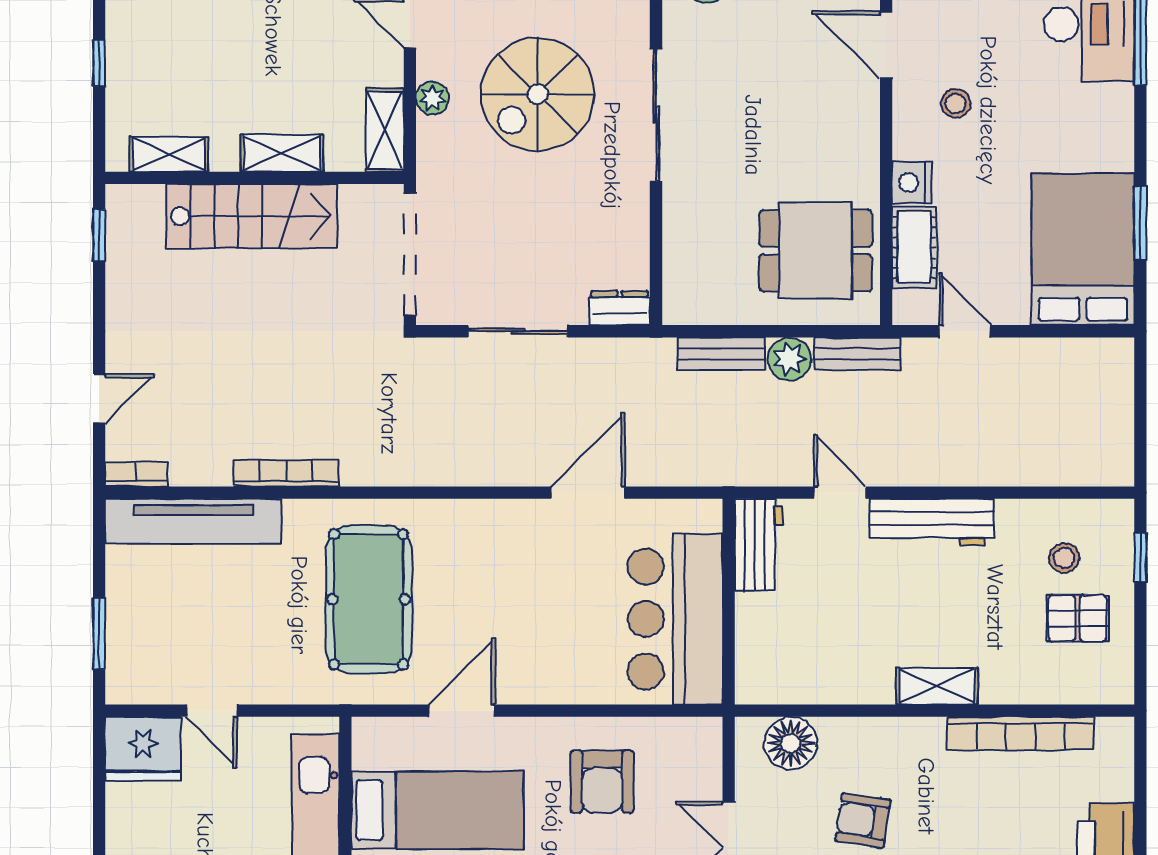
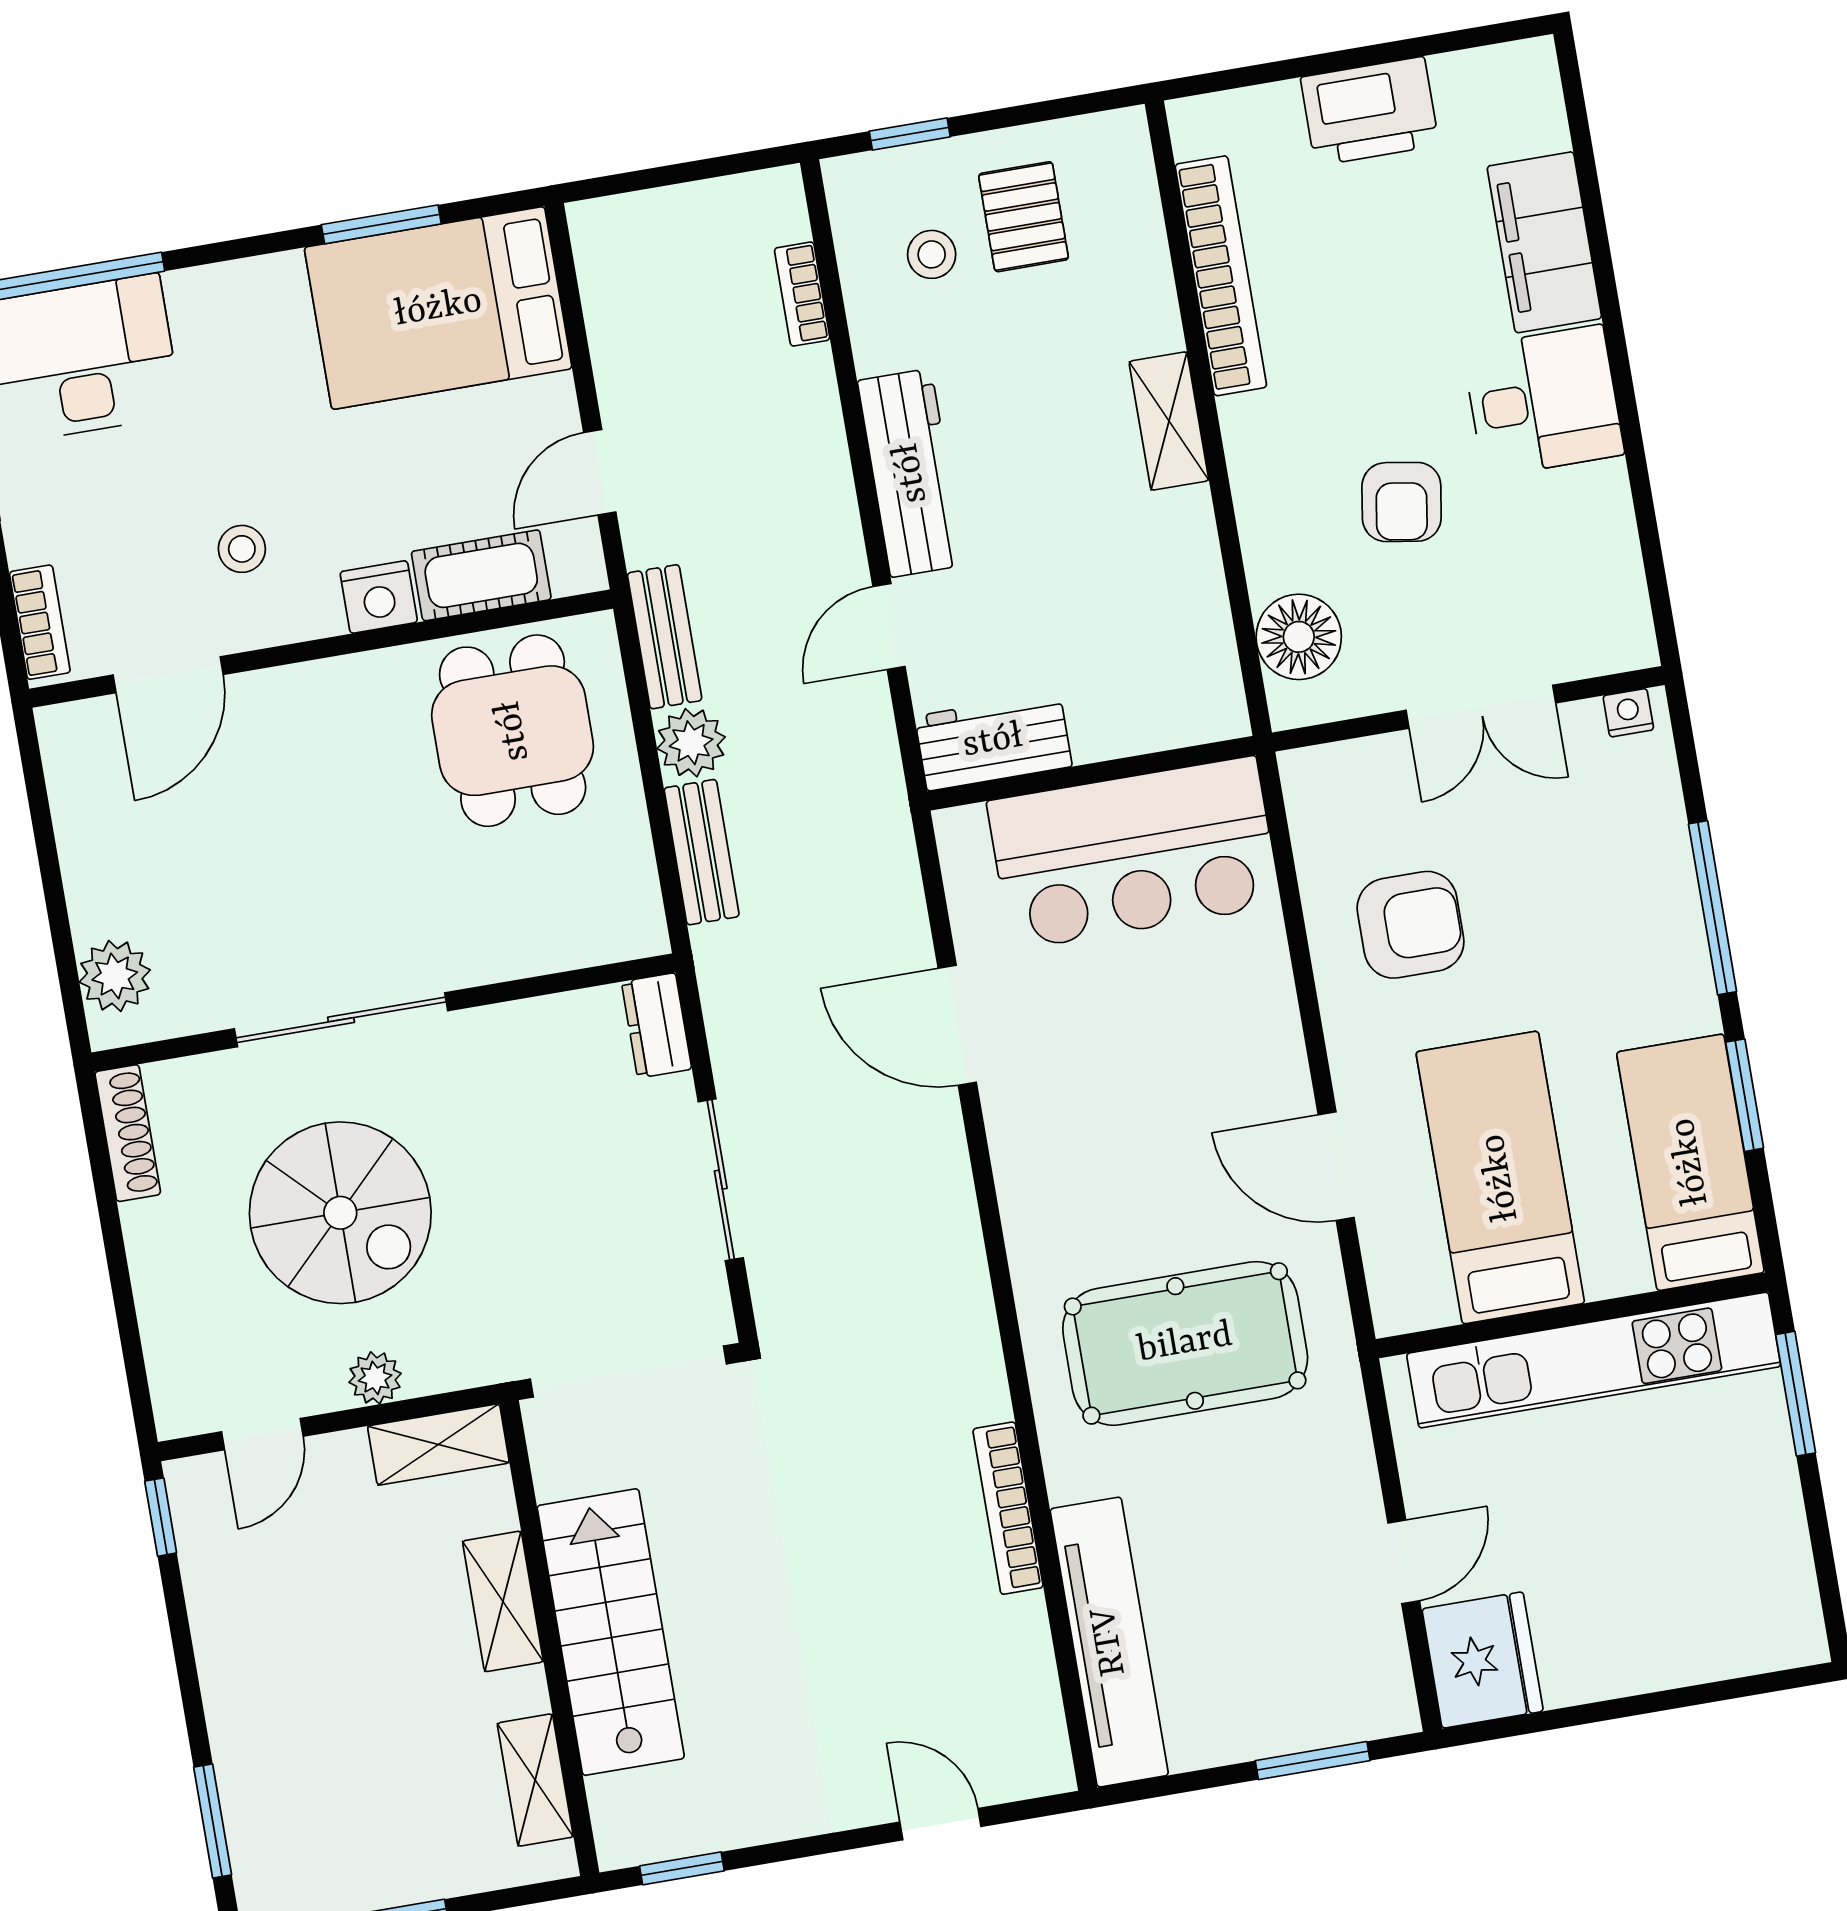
bookcase: (136, 474) -> (802, 294), moved

